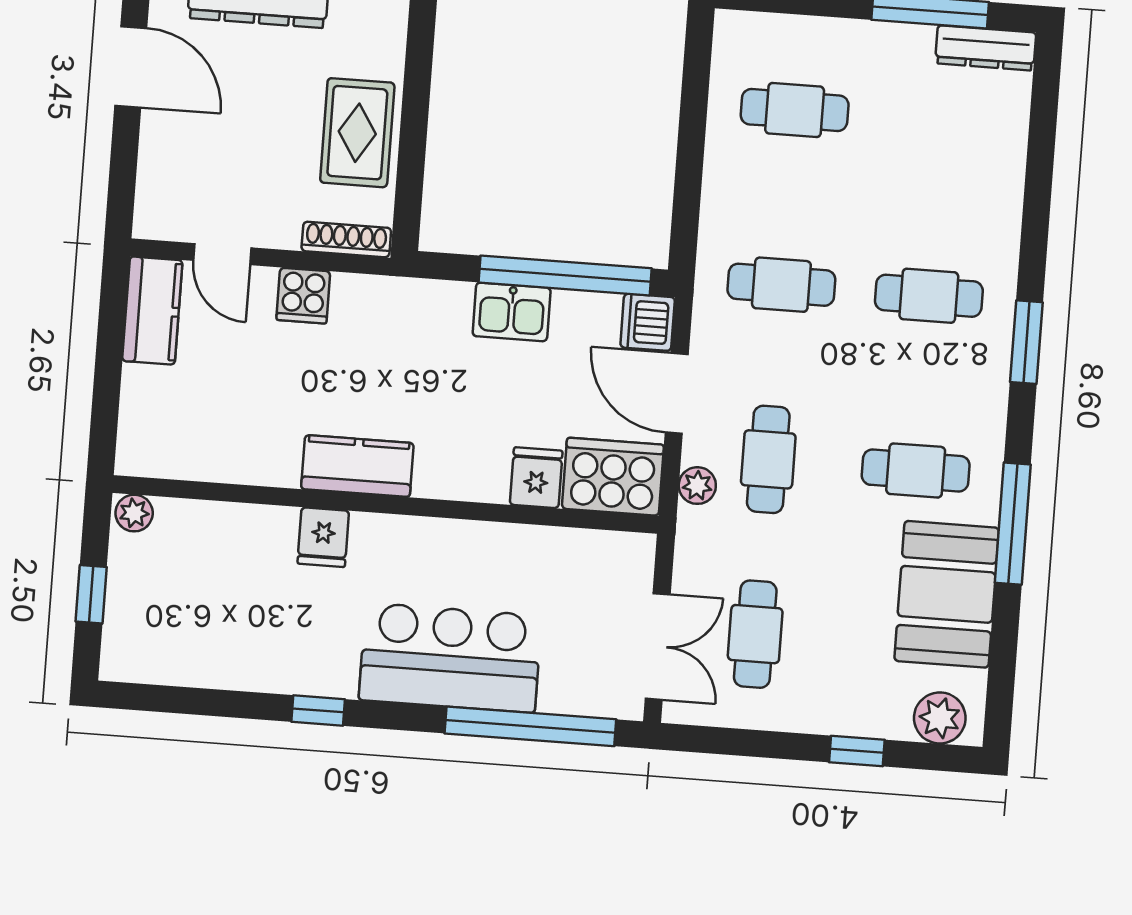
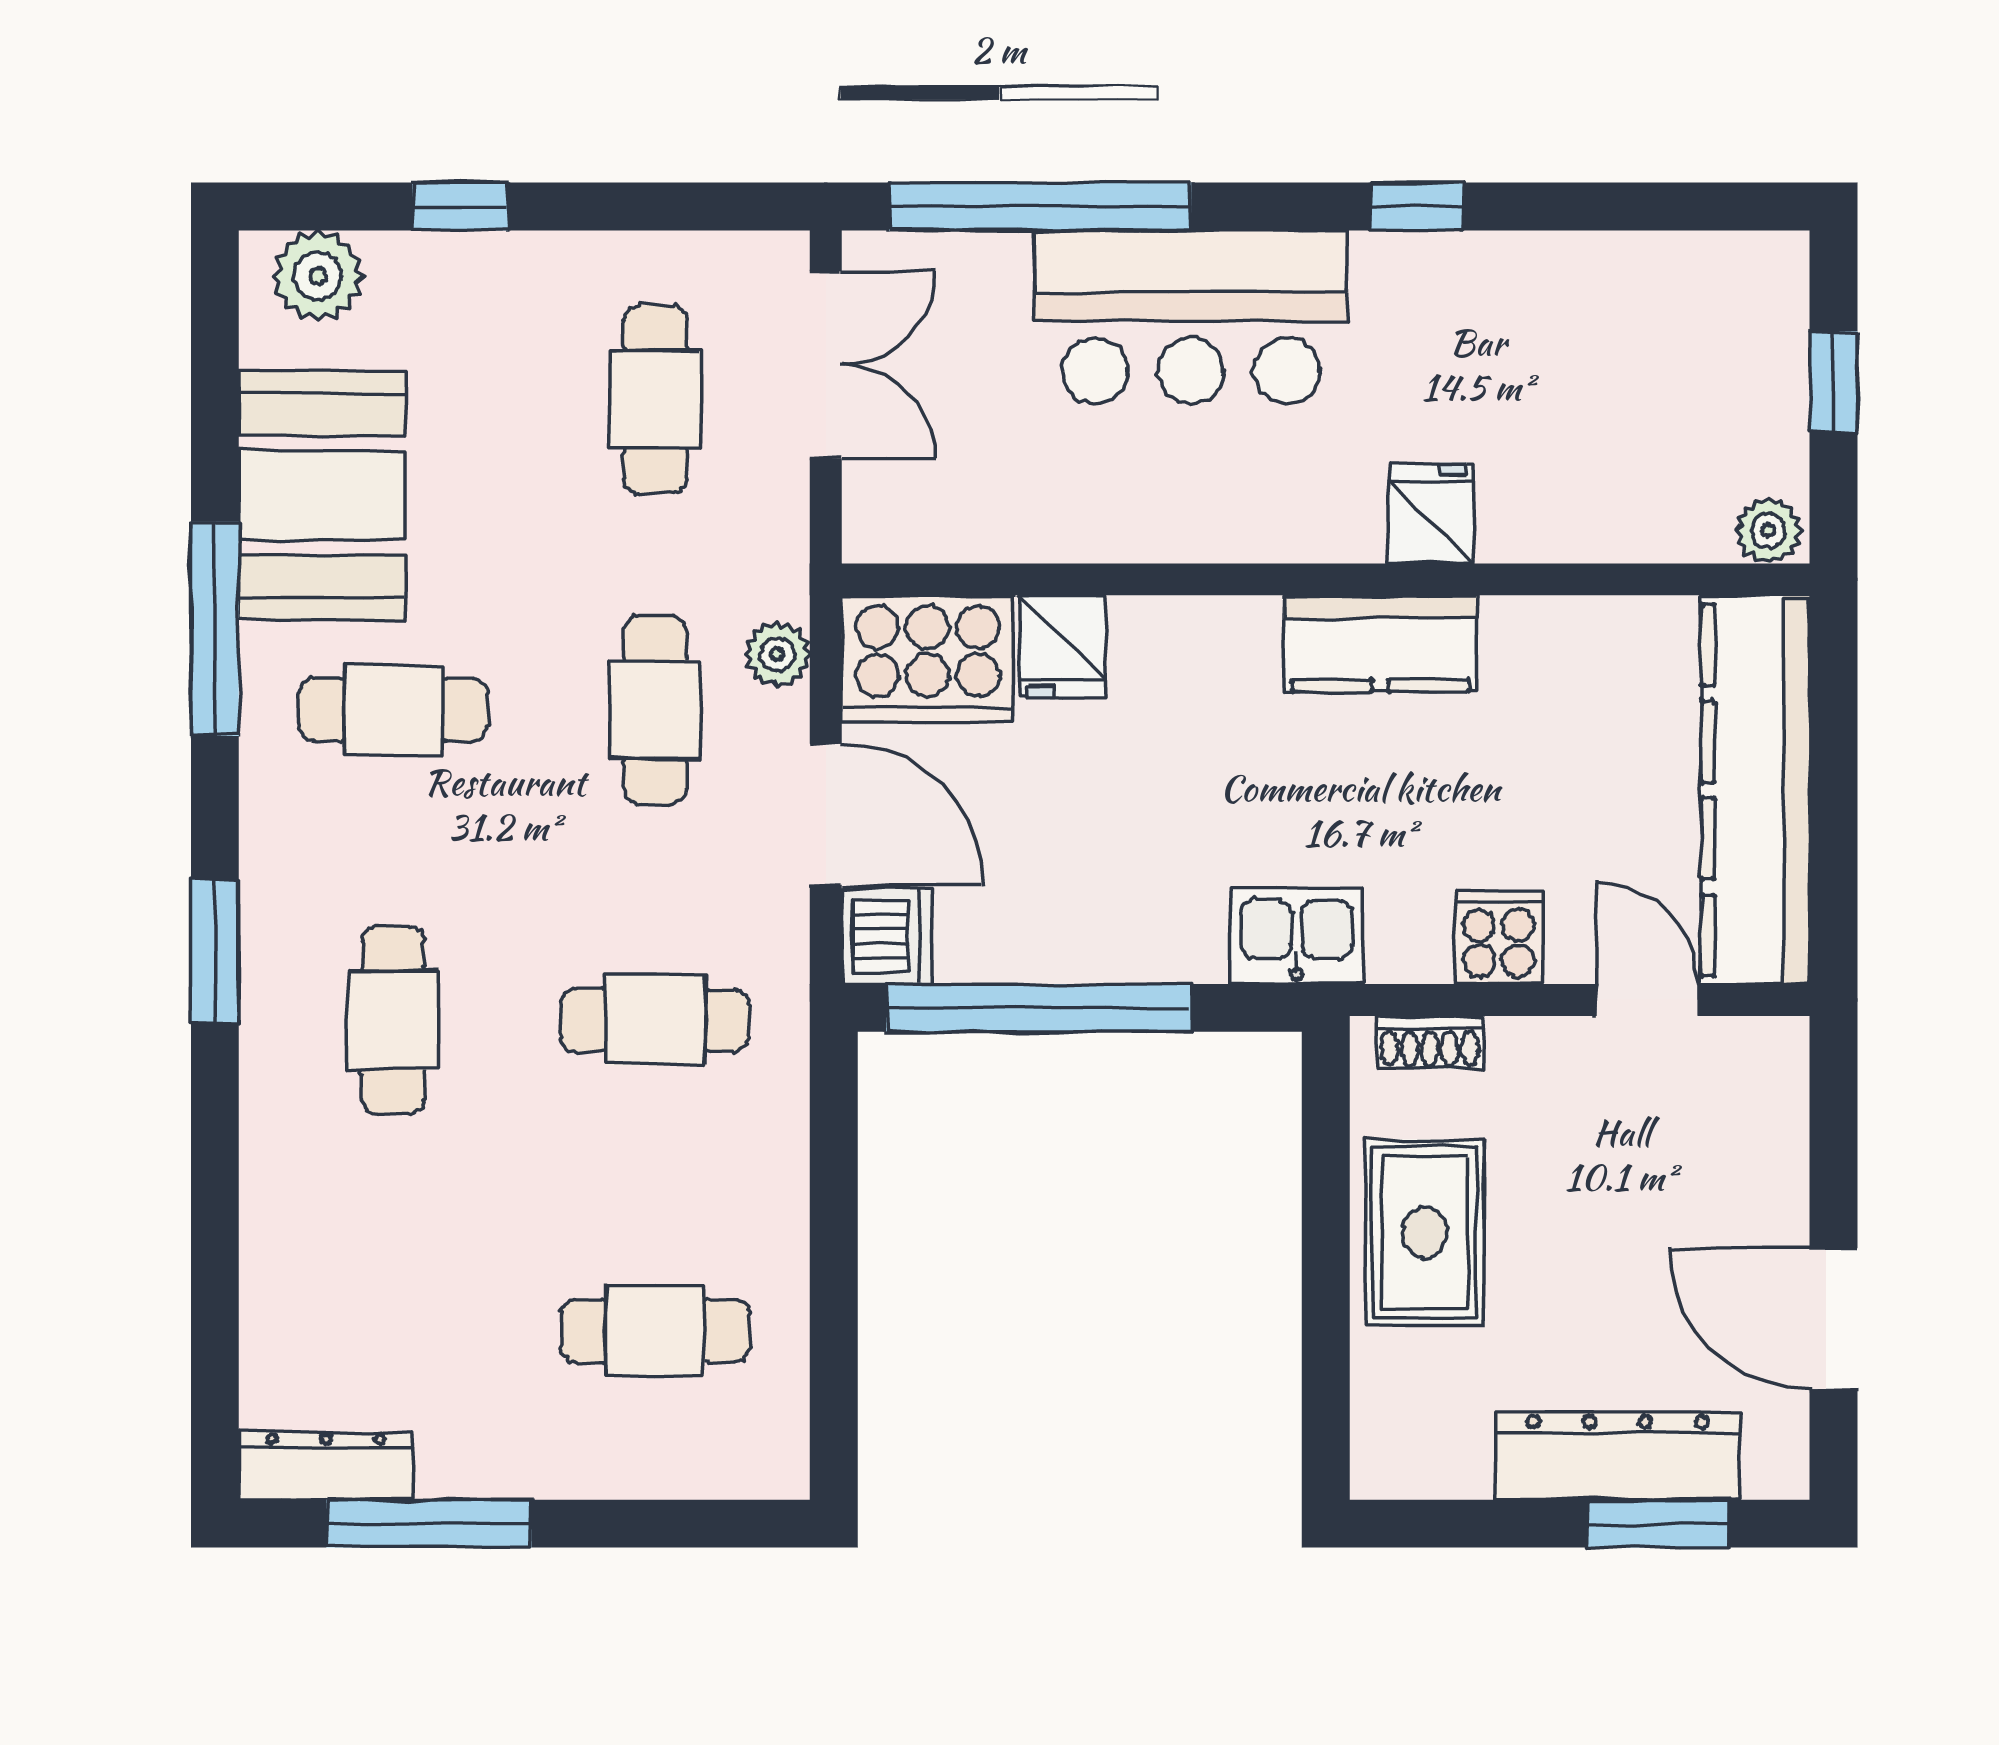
shoe rack: (346, 239) -> (1430, 1042), width x0.70
cafe table: (929, 296) -> (393, 1020), turned 90
kitchen counter: (152, 311) -> (1755, 790), width x2.08, depth x1.17
kitchen sink: (512, 312) -> (1297, 936), moved
double door: (658, 646) -> (826, 365), swing flipped

